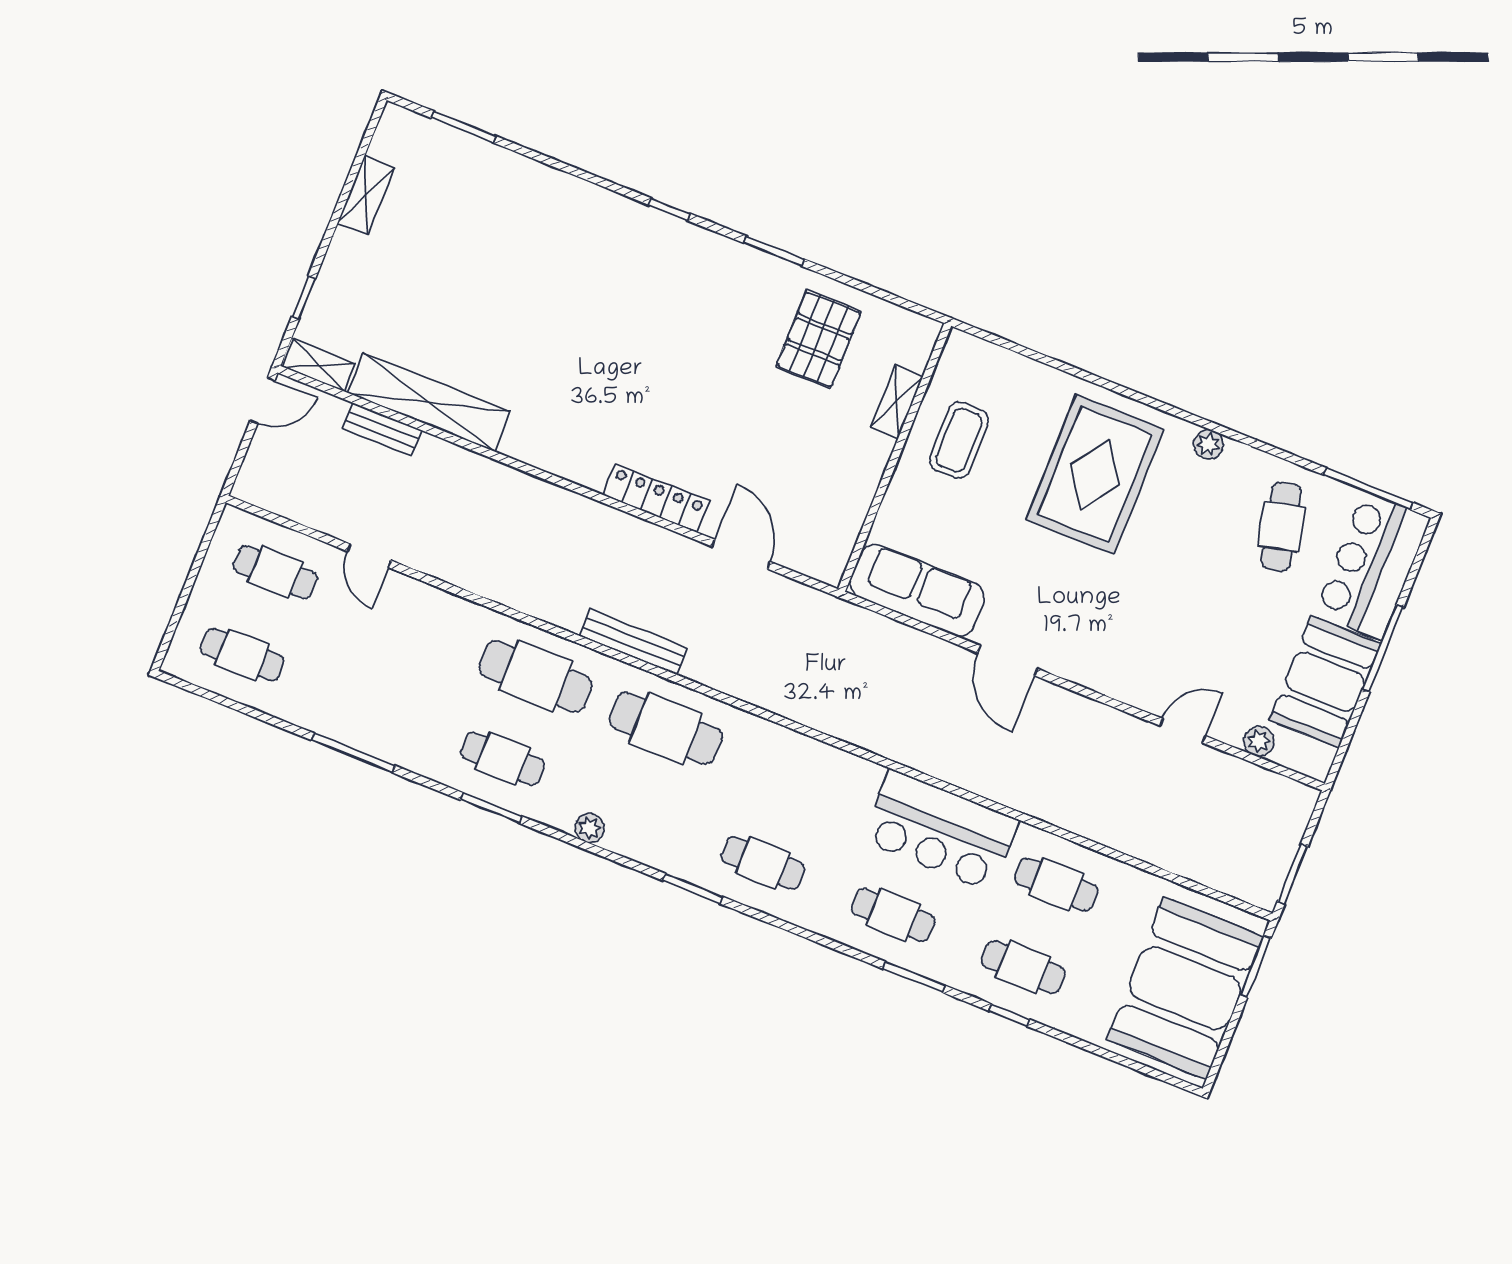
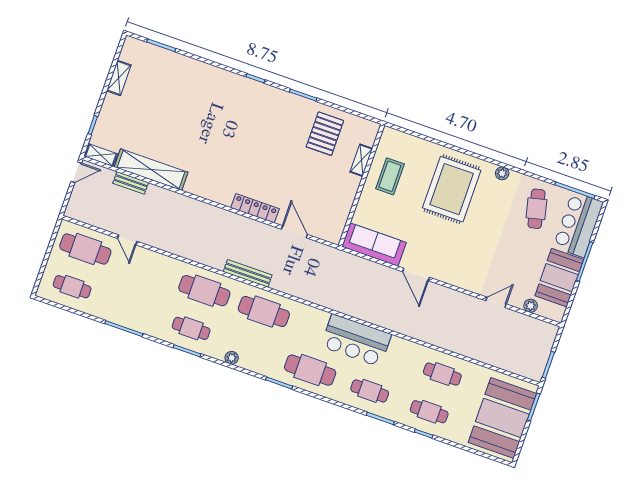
cafe table: (275, 572) -> (85, 249), width x1.37, depth x1.35
bar counter: (940, 830) -> (356, 340), moved
cafe table: (763, 863) -> (310, 370), width x1.37, depth x1.35

